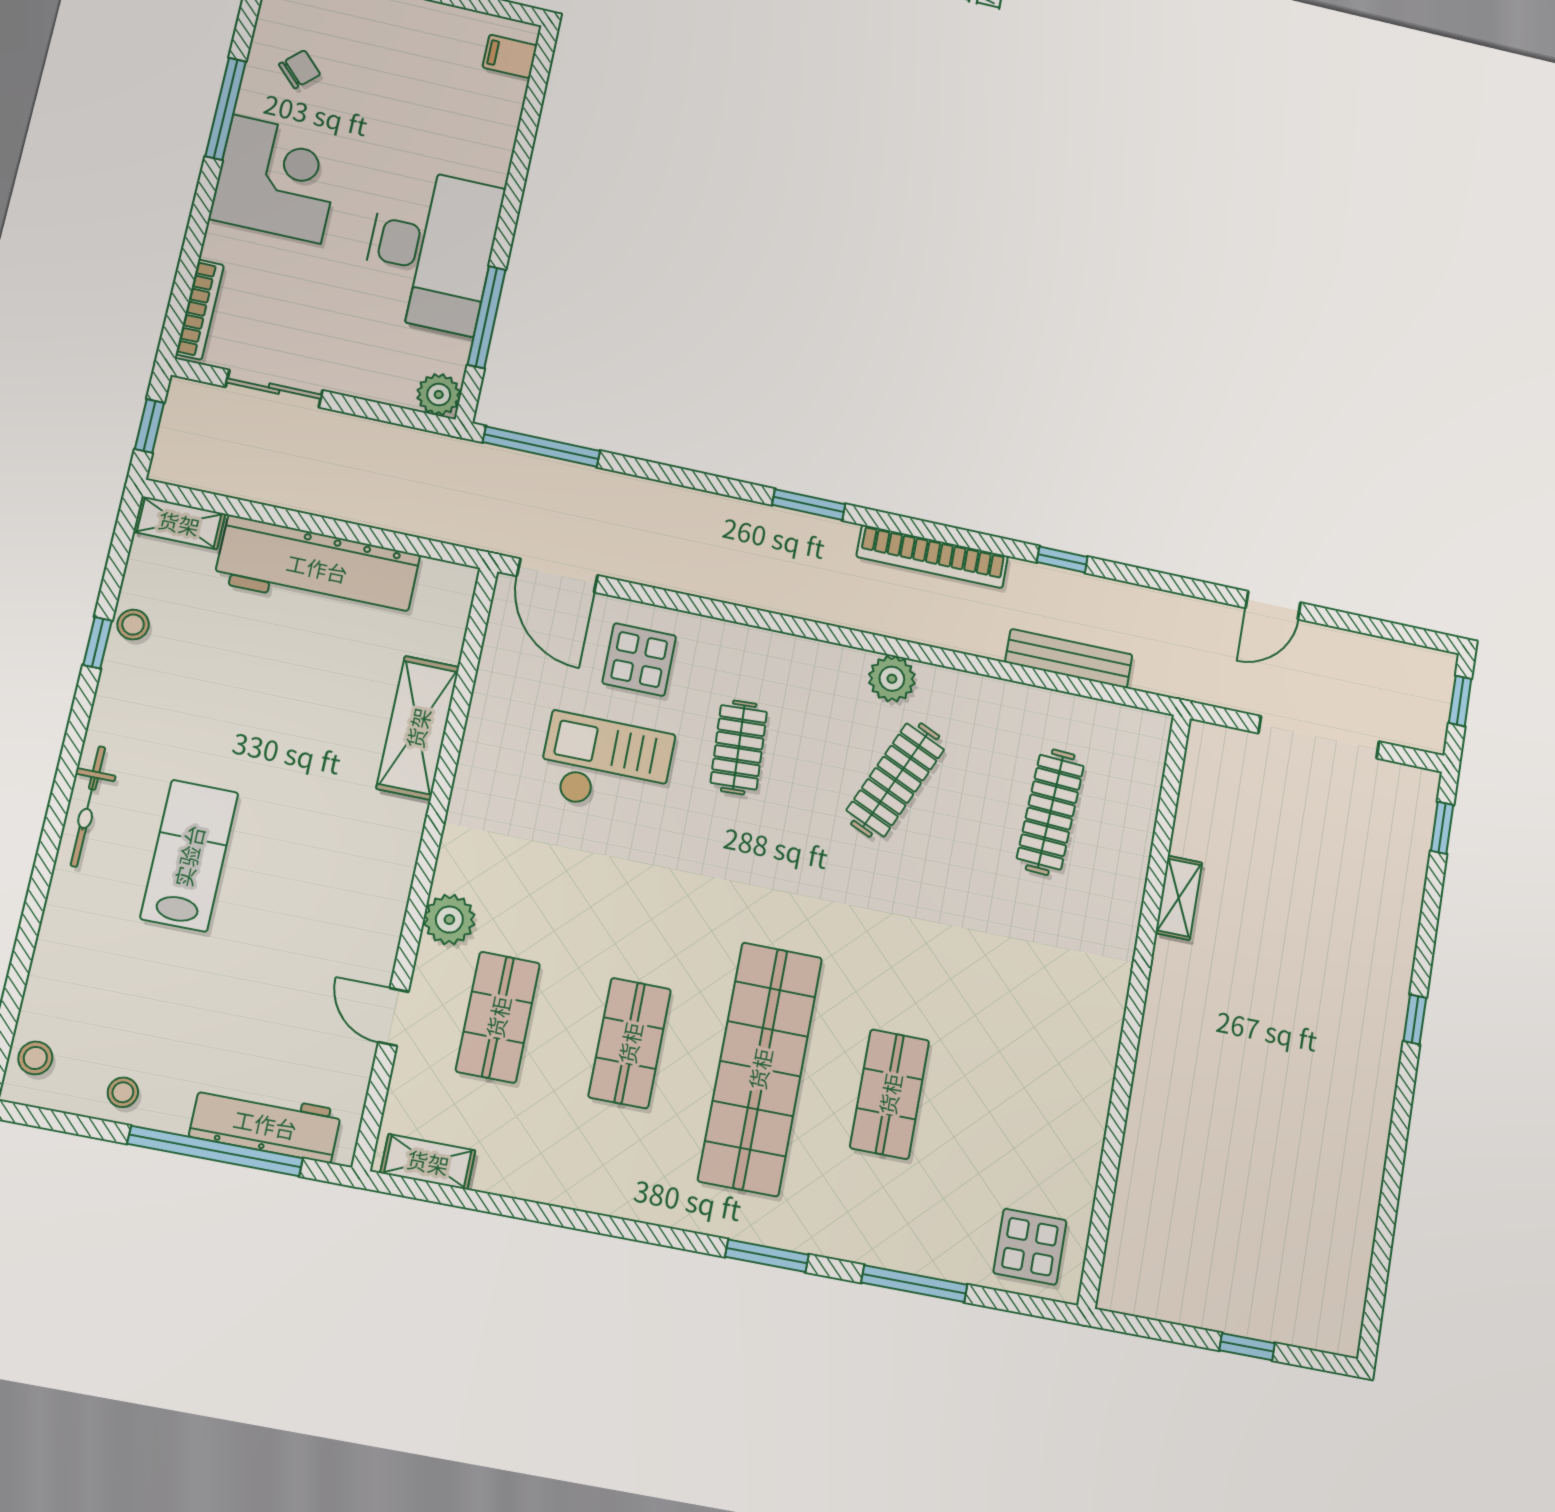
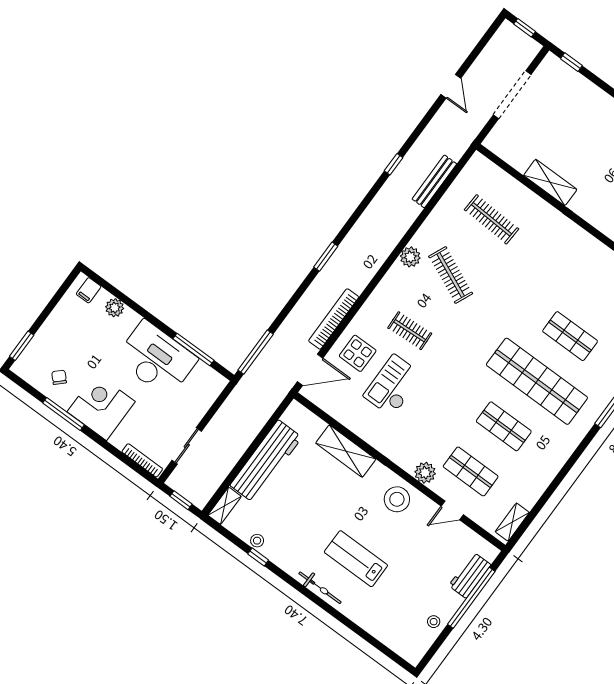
plant: (439, 395) -> (115, 308), moved
bookcase: (932, 556) -> (334, 319), moved, turned 180
shelving: (1179, 898) -> (550, 182), width x1.50, depth x1.33
stool: (35, 1058) -> (397, 499), moved, width x1.89, depth x1.89
workbench: (265, 1124) -> (470, 575), width x0.73

